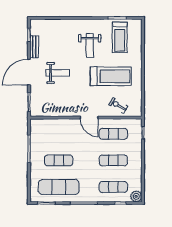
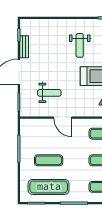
weight bench: (58, 73) -> (49, 93), moved
door: (89, 118) -> (63, 118), moved

